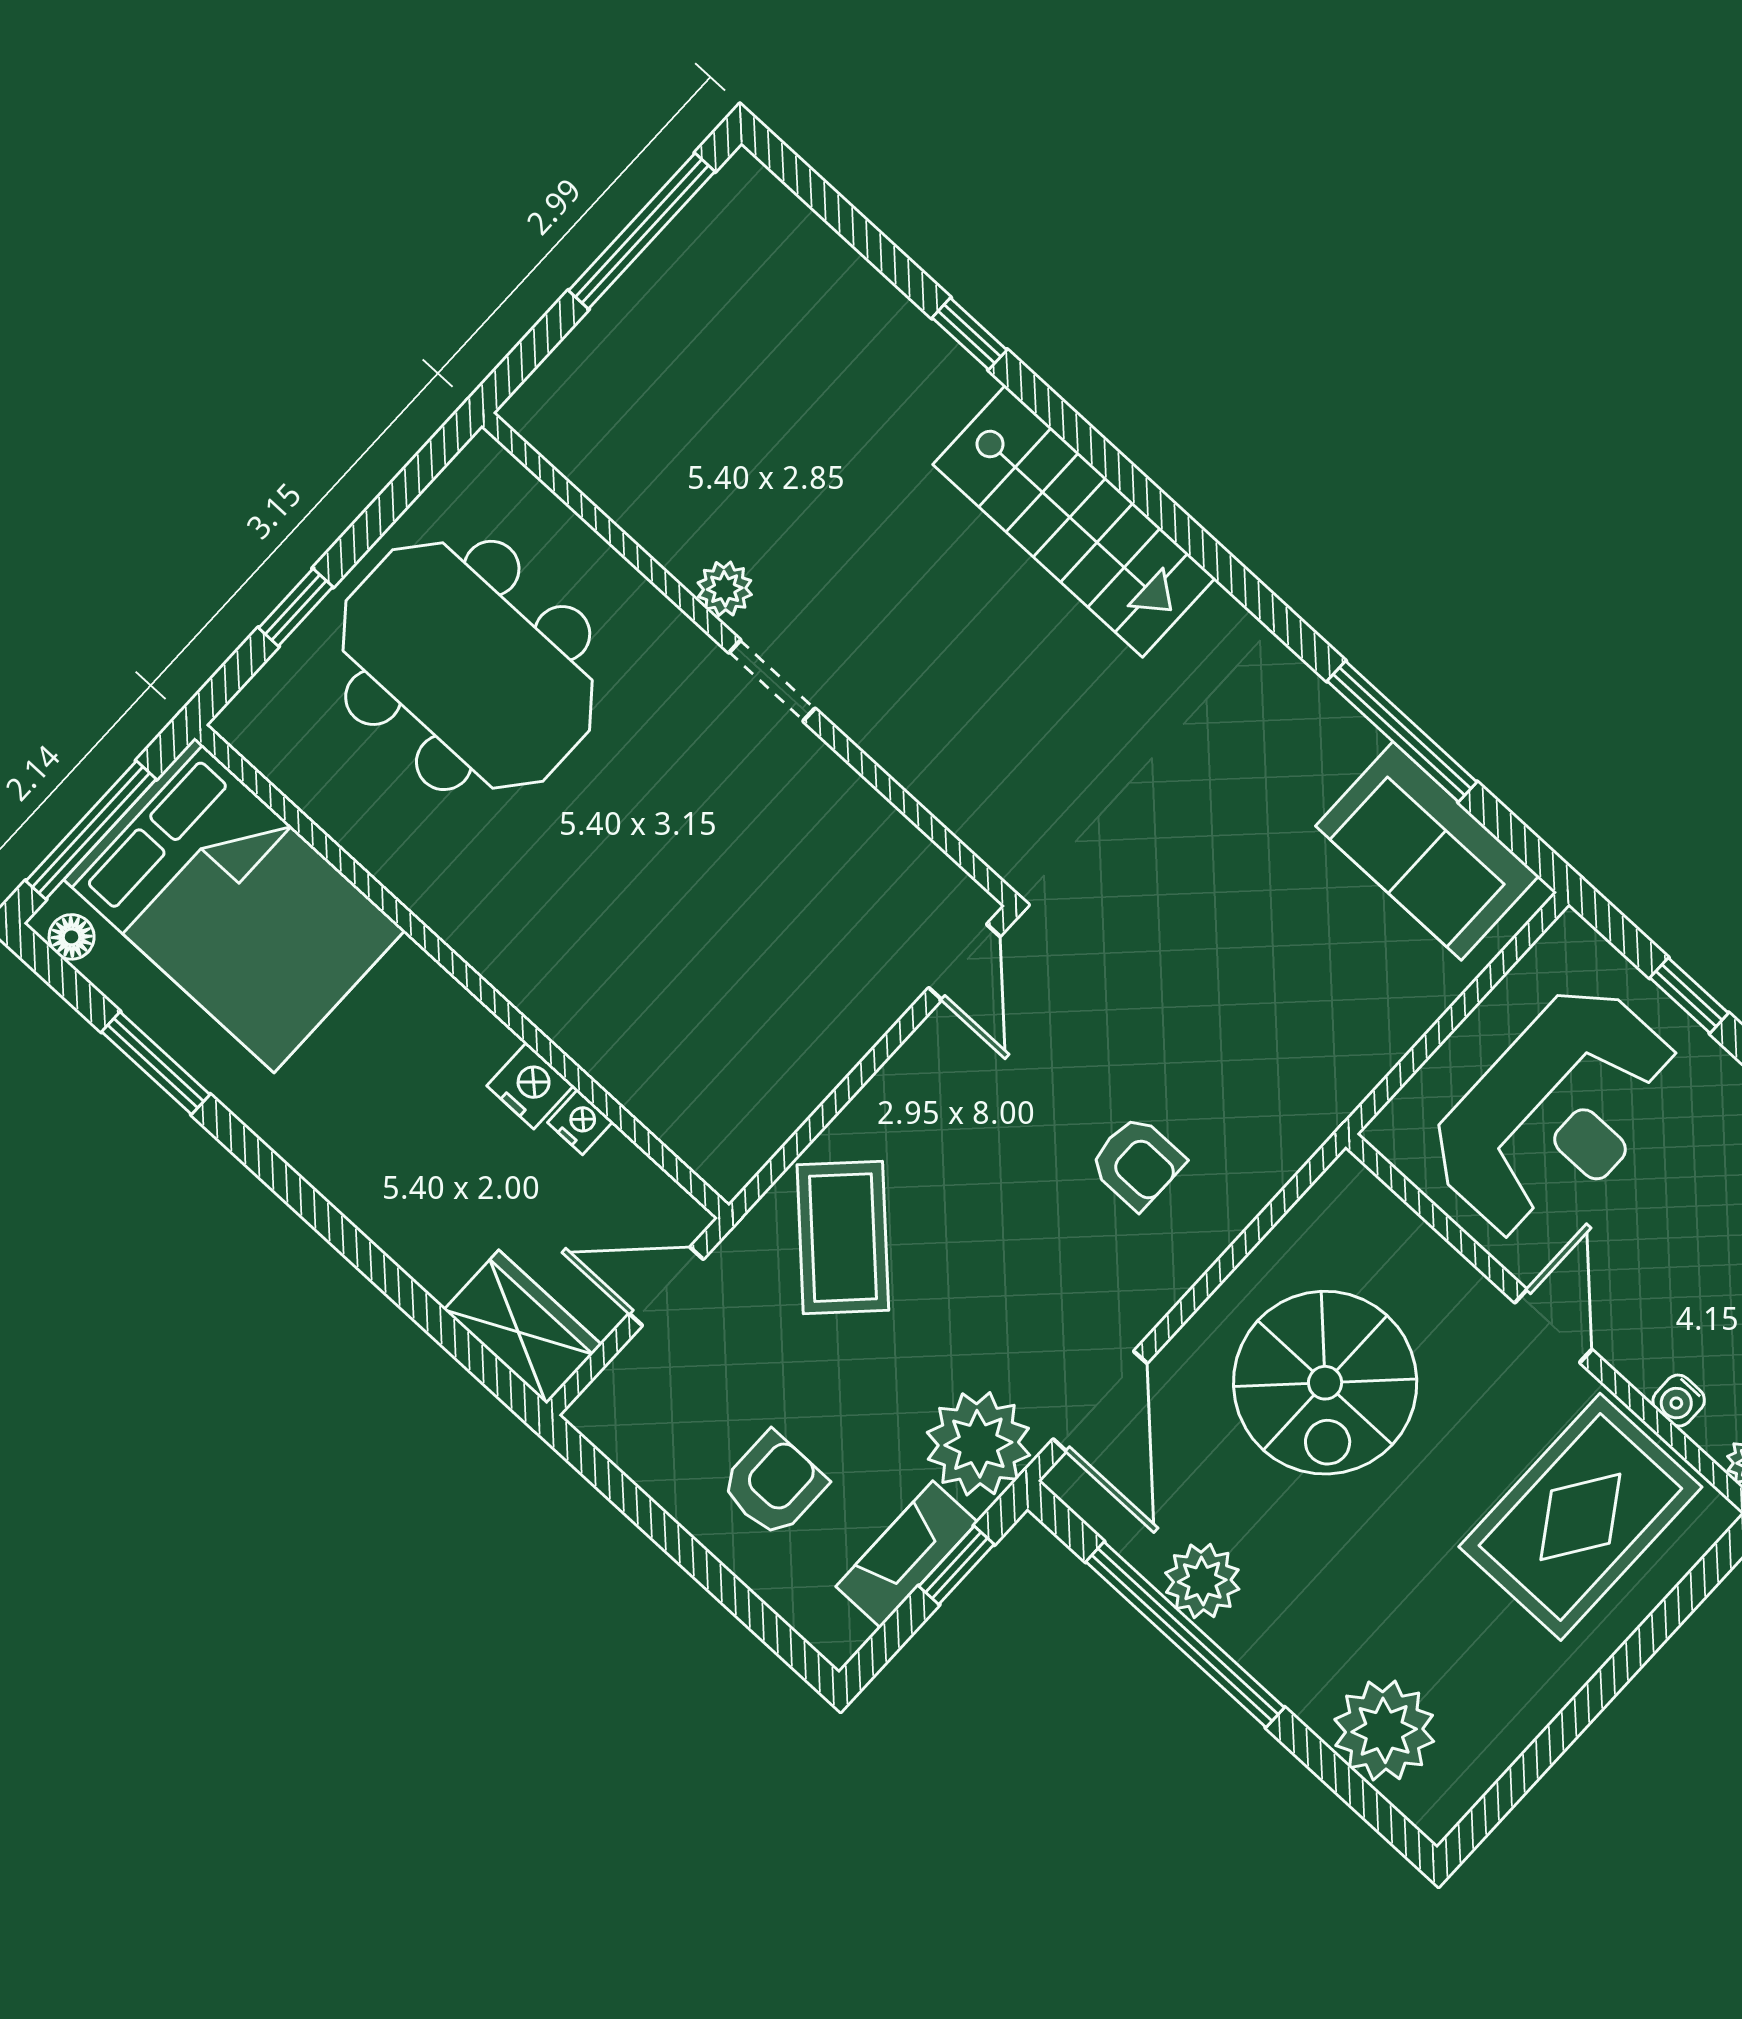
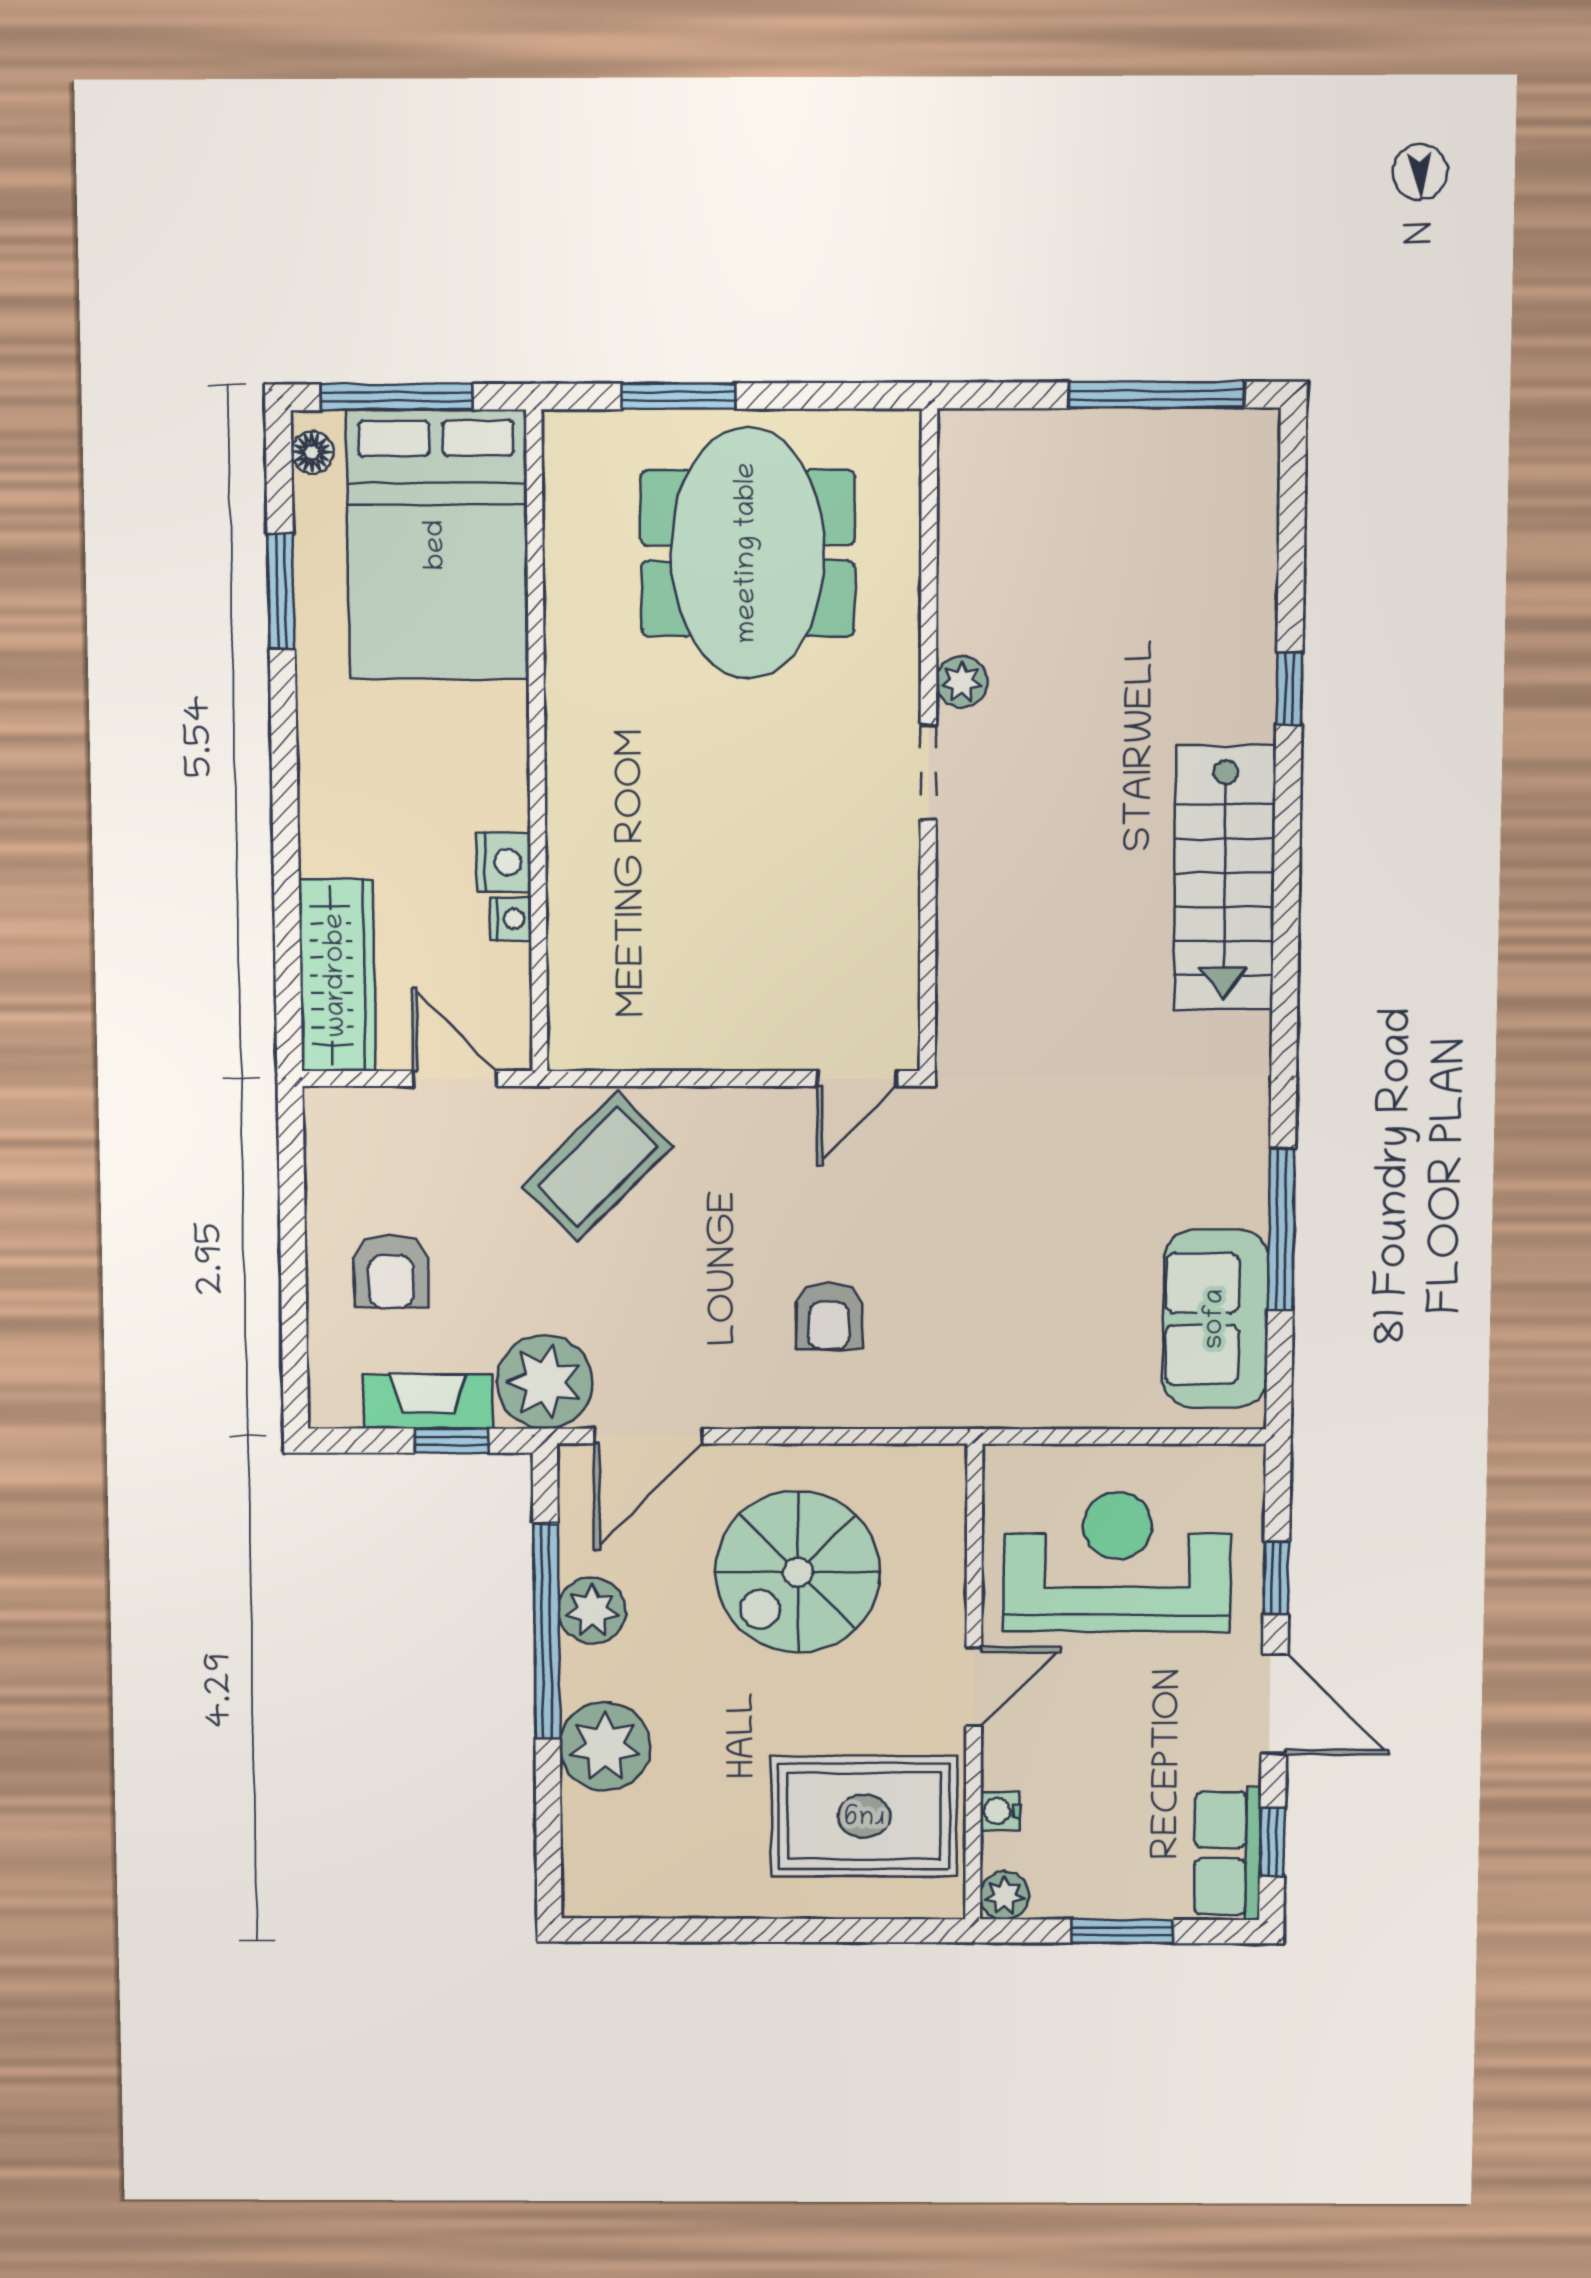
window: (296, 607) -> (679, 396), width x1.50
reception desk: (1556, 1113) -> (1117, 1562), turned 180
wardrobe: (523, 1327) -> (337, 975), width x1.50
armchair: (774, 1484) -> (391, 1271), turned 90
plant: (1384, 1730) -> (605, 1746), moved

